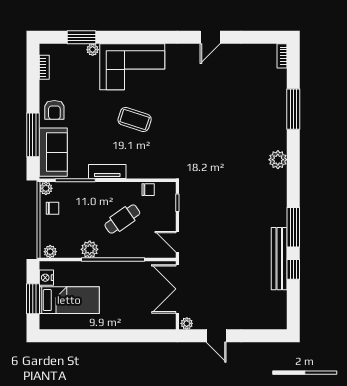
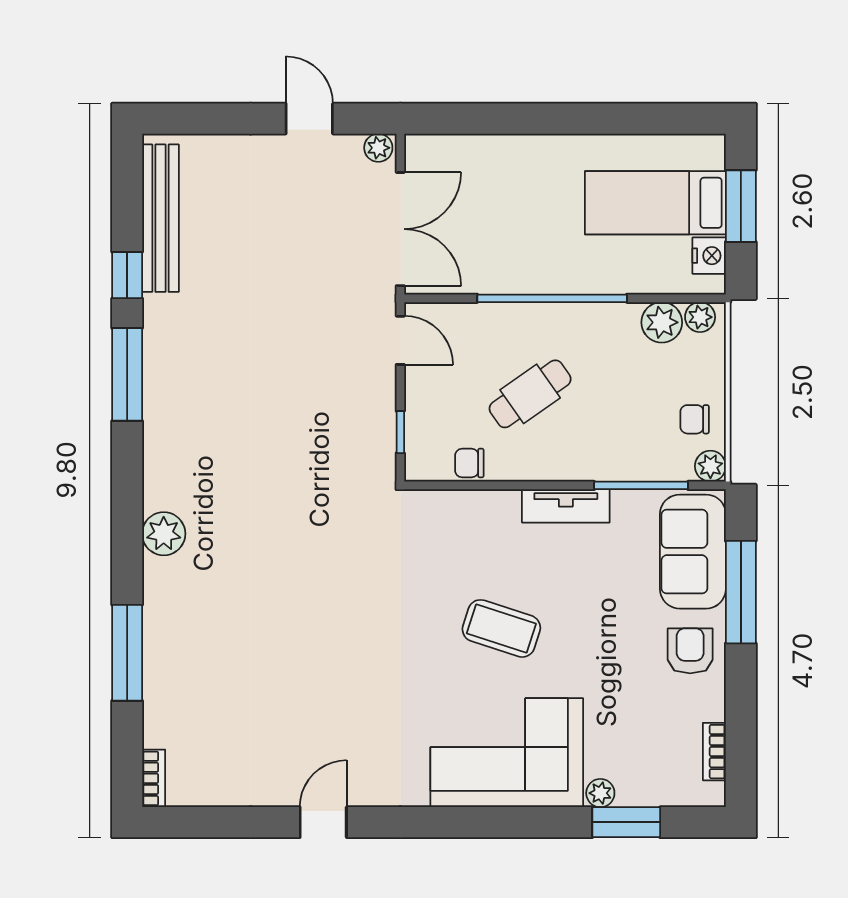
plant: (90, 249) -> (662, 322), moved
bench: (279, 259) -> (160, 218), moved

